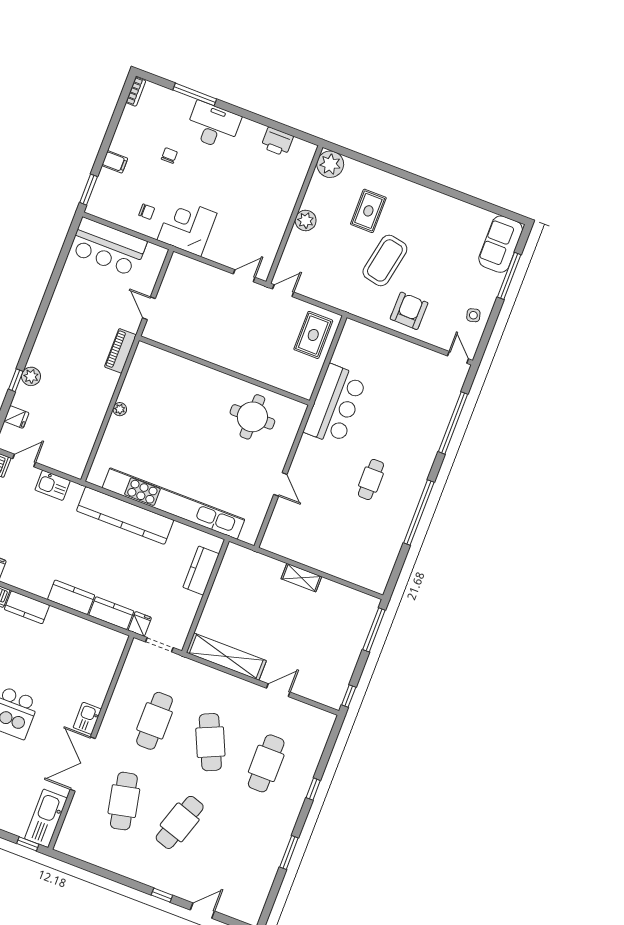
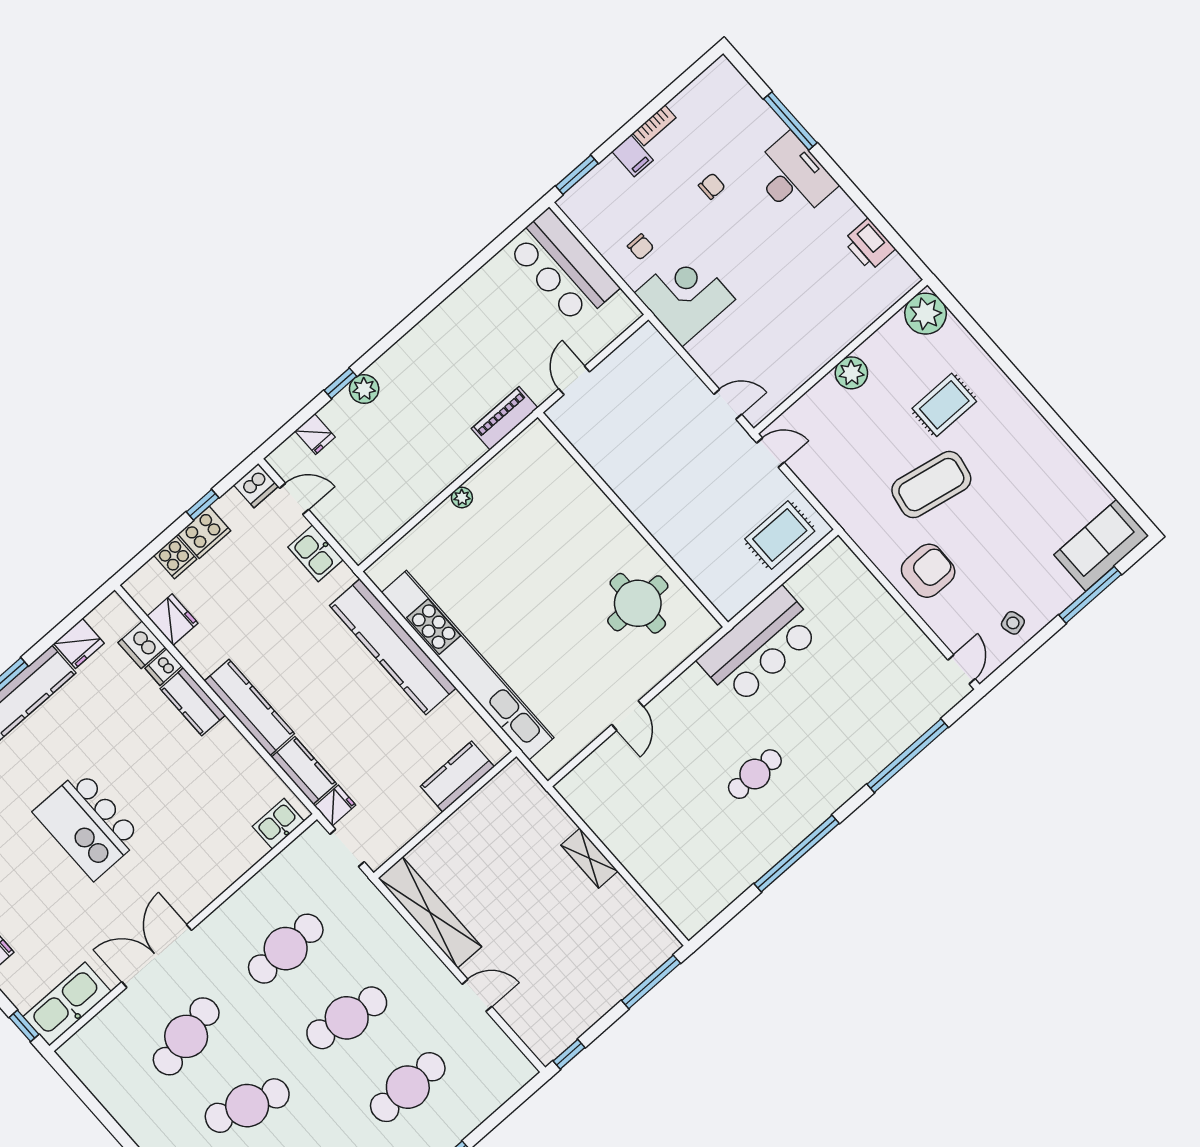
bookcase: (136, 92) -> (654, 125), moved
kitchen counter: (71, 597) -> (249, 707), width x1.50
kitchen sink: (87, 718) -> (278, 824), moved
cafe table: (210, 742) -> (347, 1018), turned 33

